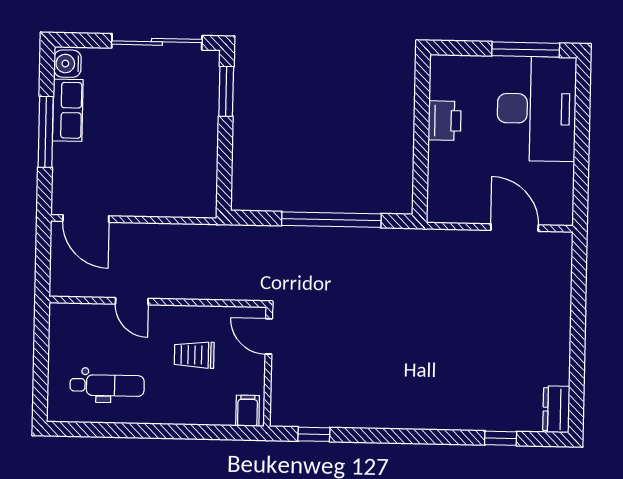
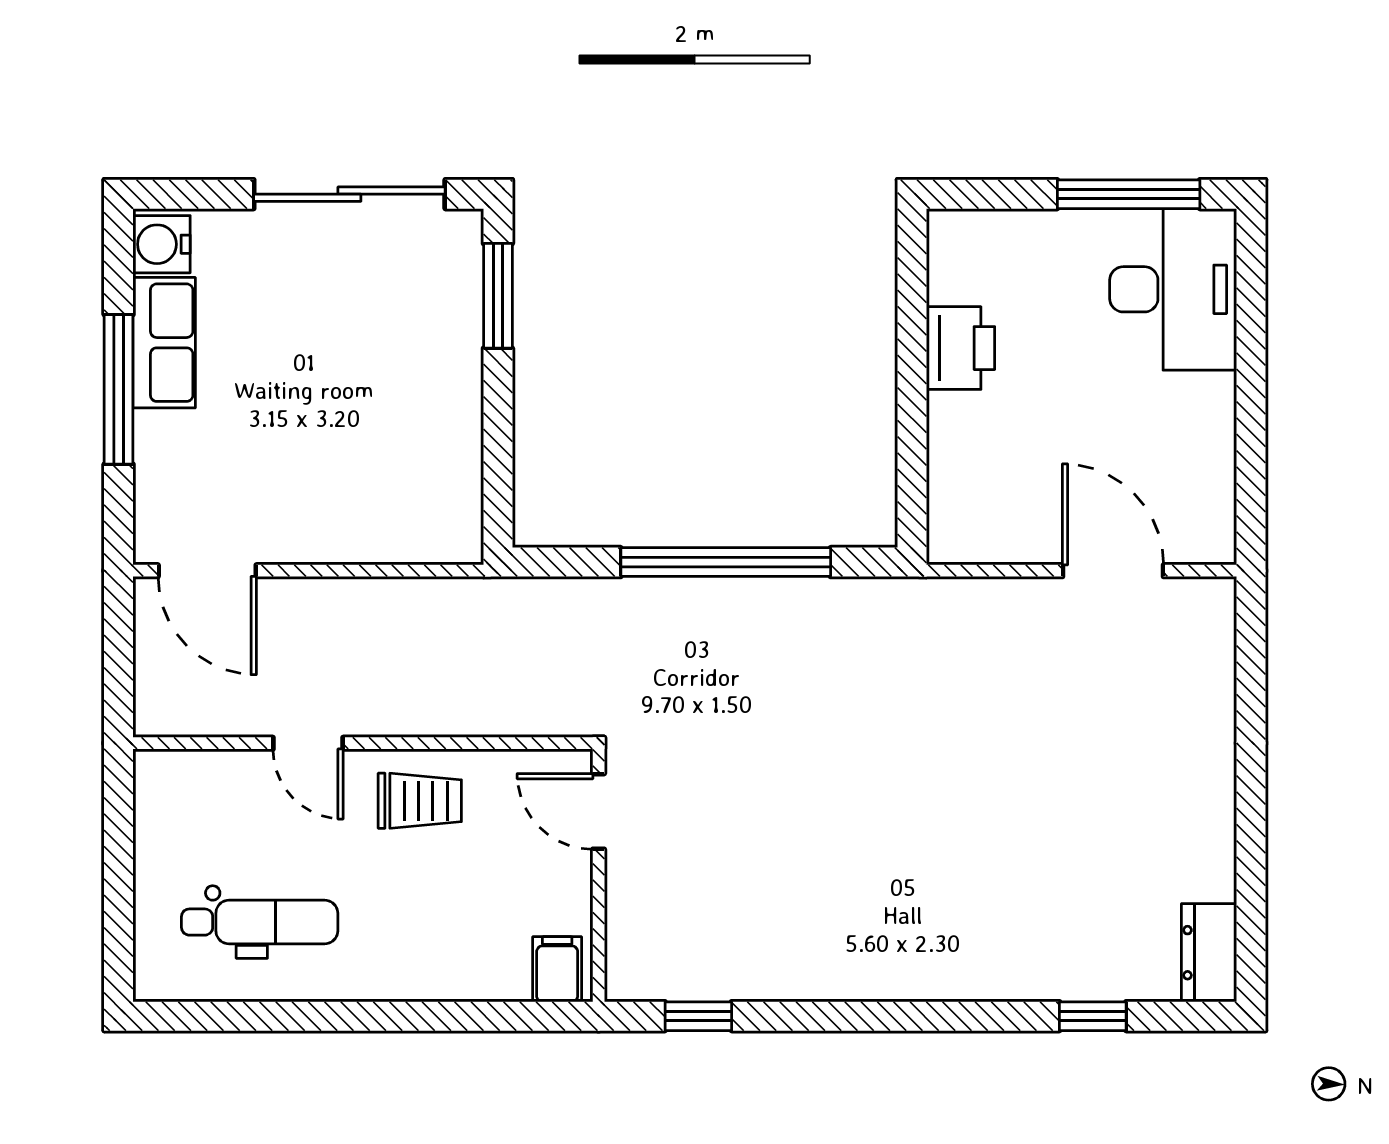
desk: (537, 109) -> (1173, 289), width x0.73, depth x0.77
trolley: (194, 355) -> (420, 801), moved, turned 180

